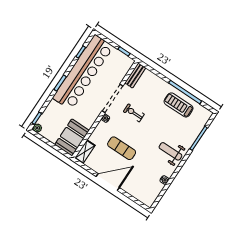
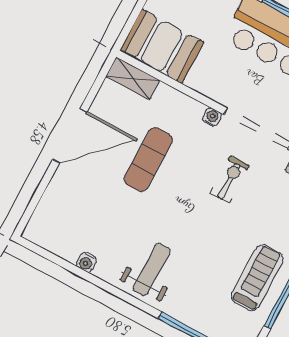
door: (108, 182) -> (70, 136), hinge flipped

